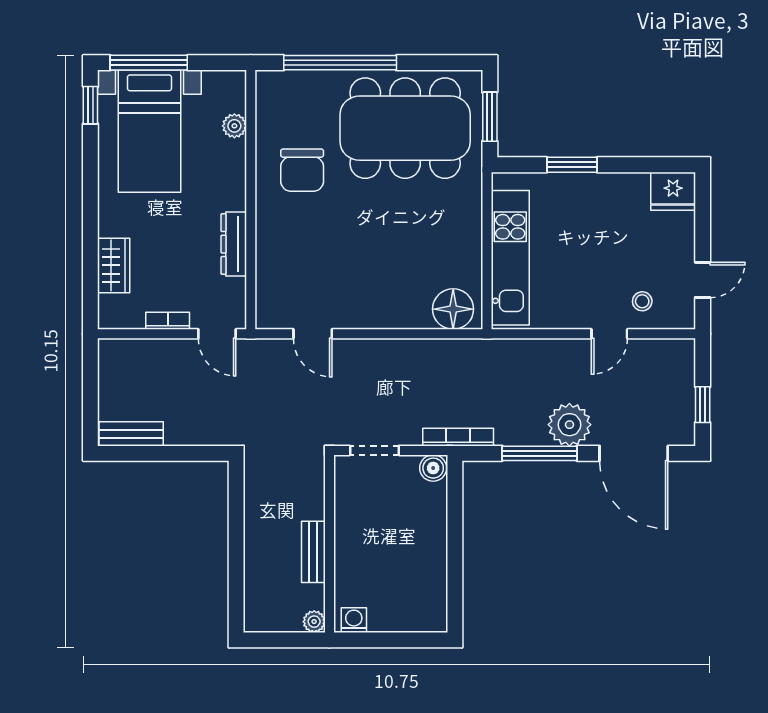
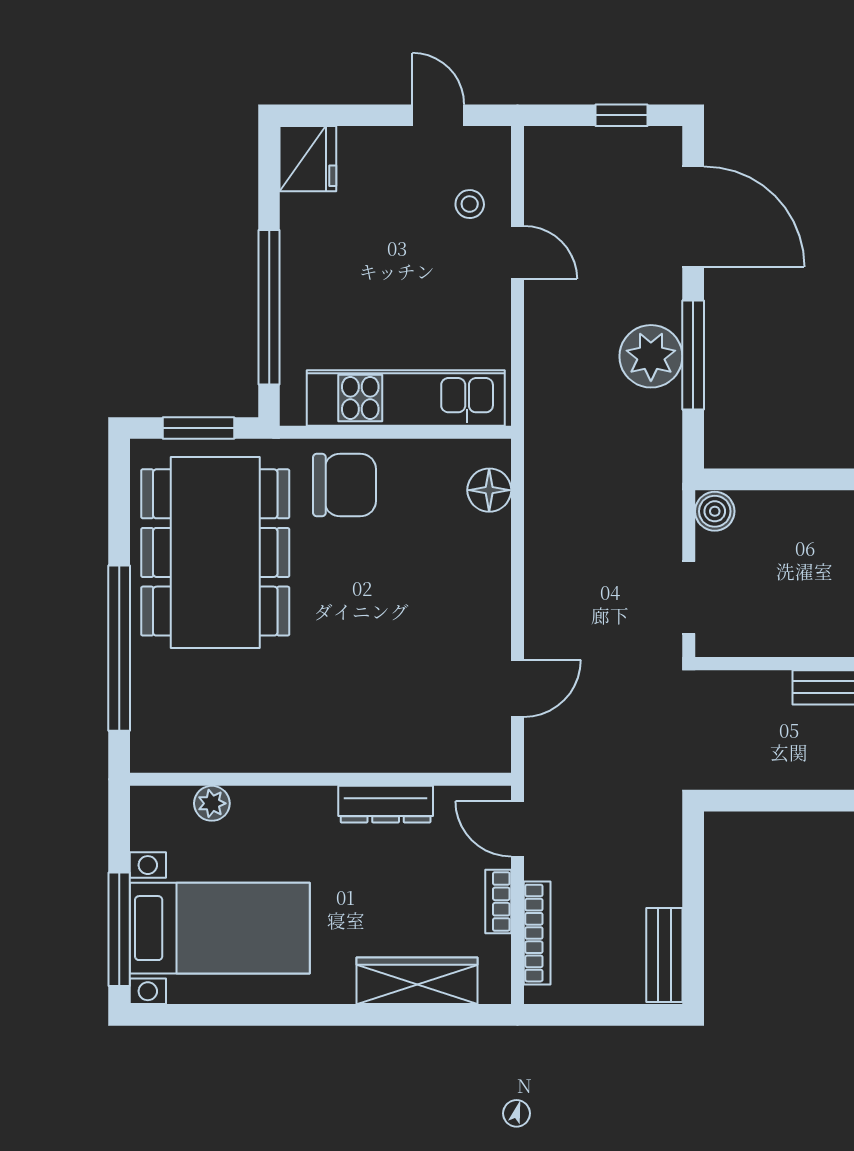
window: (90, 105) -> (181, 1015), removed
window: (572, 165) -> (269, 307), width x2.11
chair: (302, 170) -> (344, 485), moved
wardrobe: (114, 265) -> (417, 981), width x1.50
floor lamp: (453, 309) -> (489, 490), width x0.73, depth x0.73
door: (217, 334) -> (517, 829), swing flipped
plant: (569, 425) -> (651, 356), moved
bookcase: (458, 437) -> (537, 933), moved, turned 180
door: (634, 453) -> (693, 217), hinge flipped

